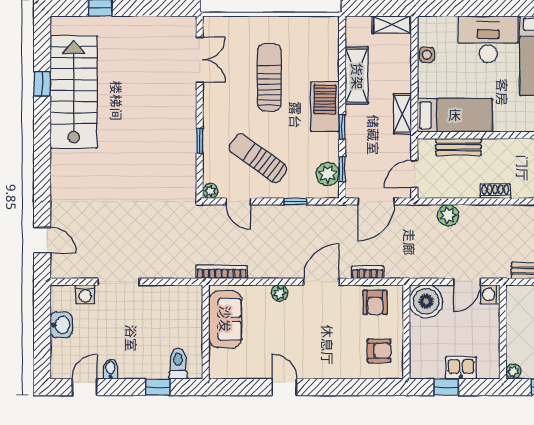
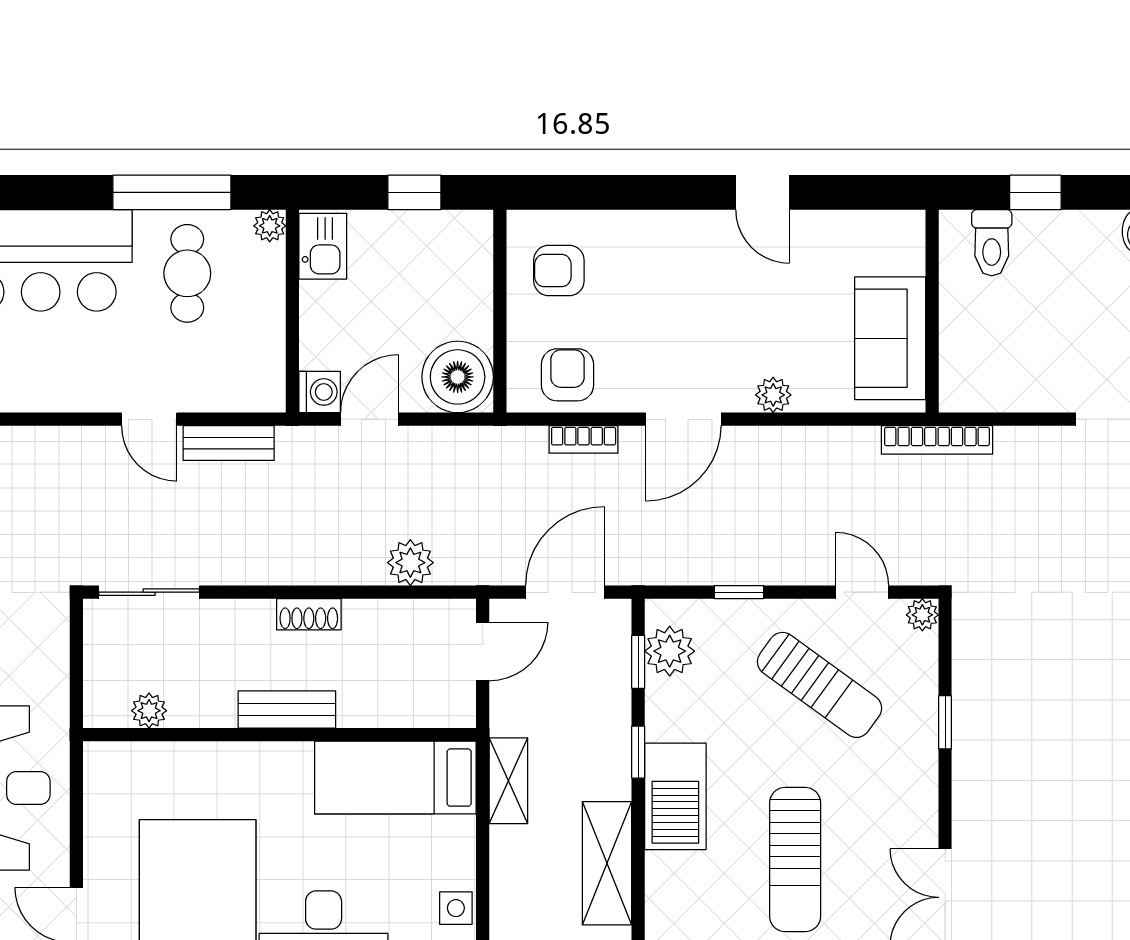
bench: (458, 147) -> (287, 710), moved
bookcase: (222, 272) -> (937, 440), moved
kitchen sink: (461, 368) -> (323, 246), moved, turned -90

